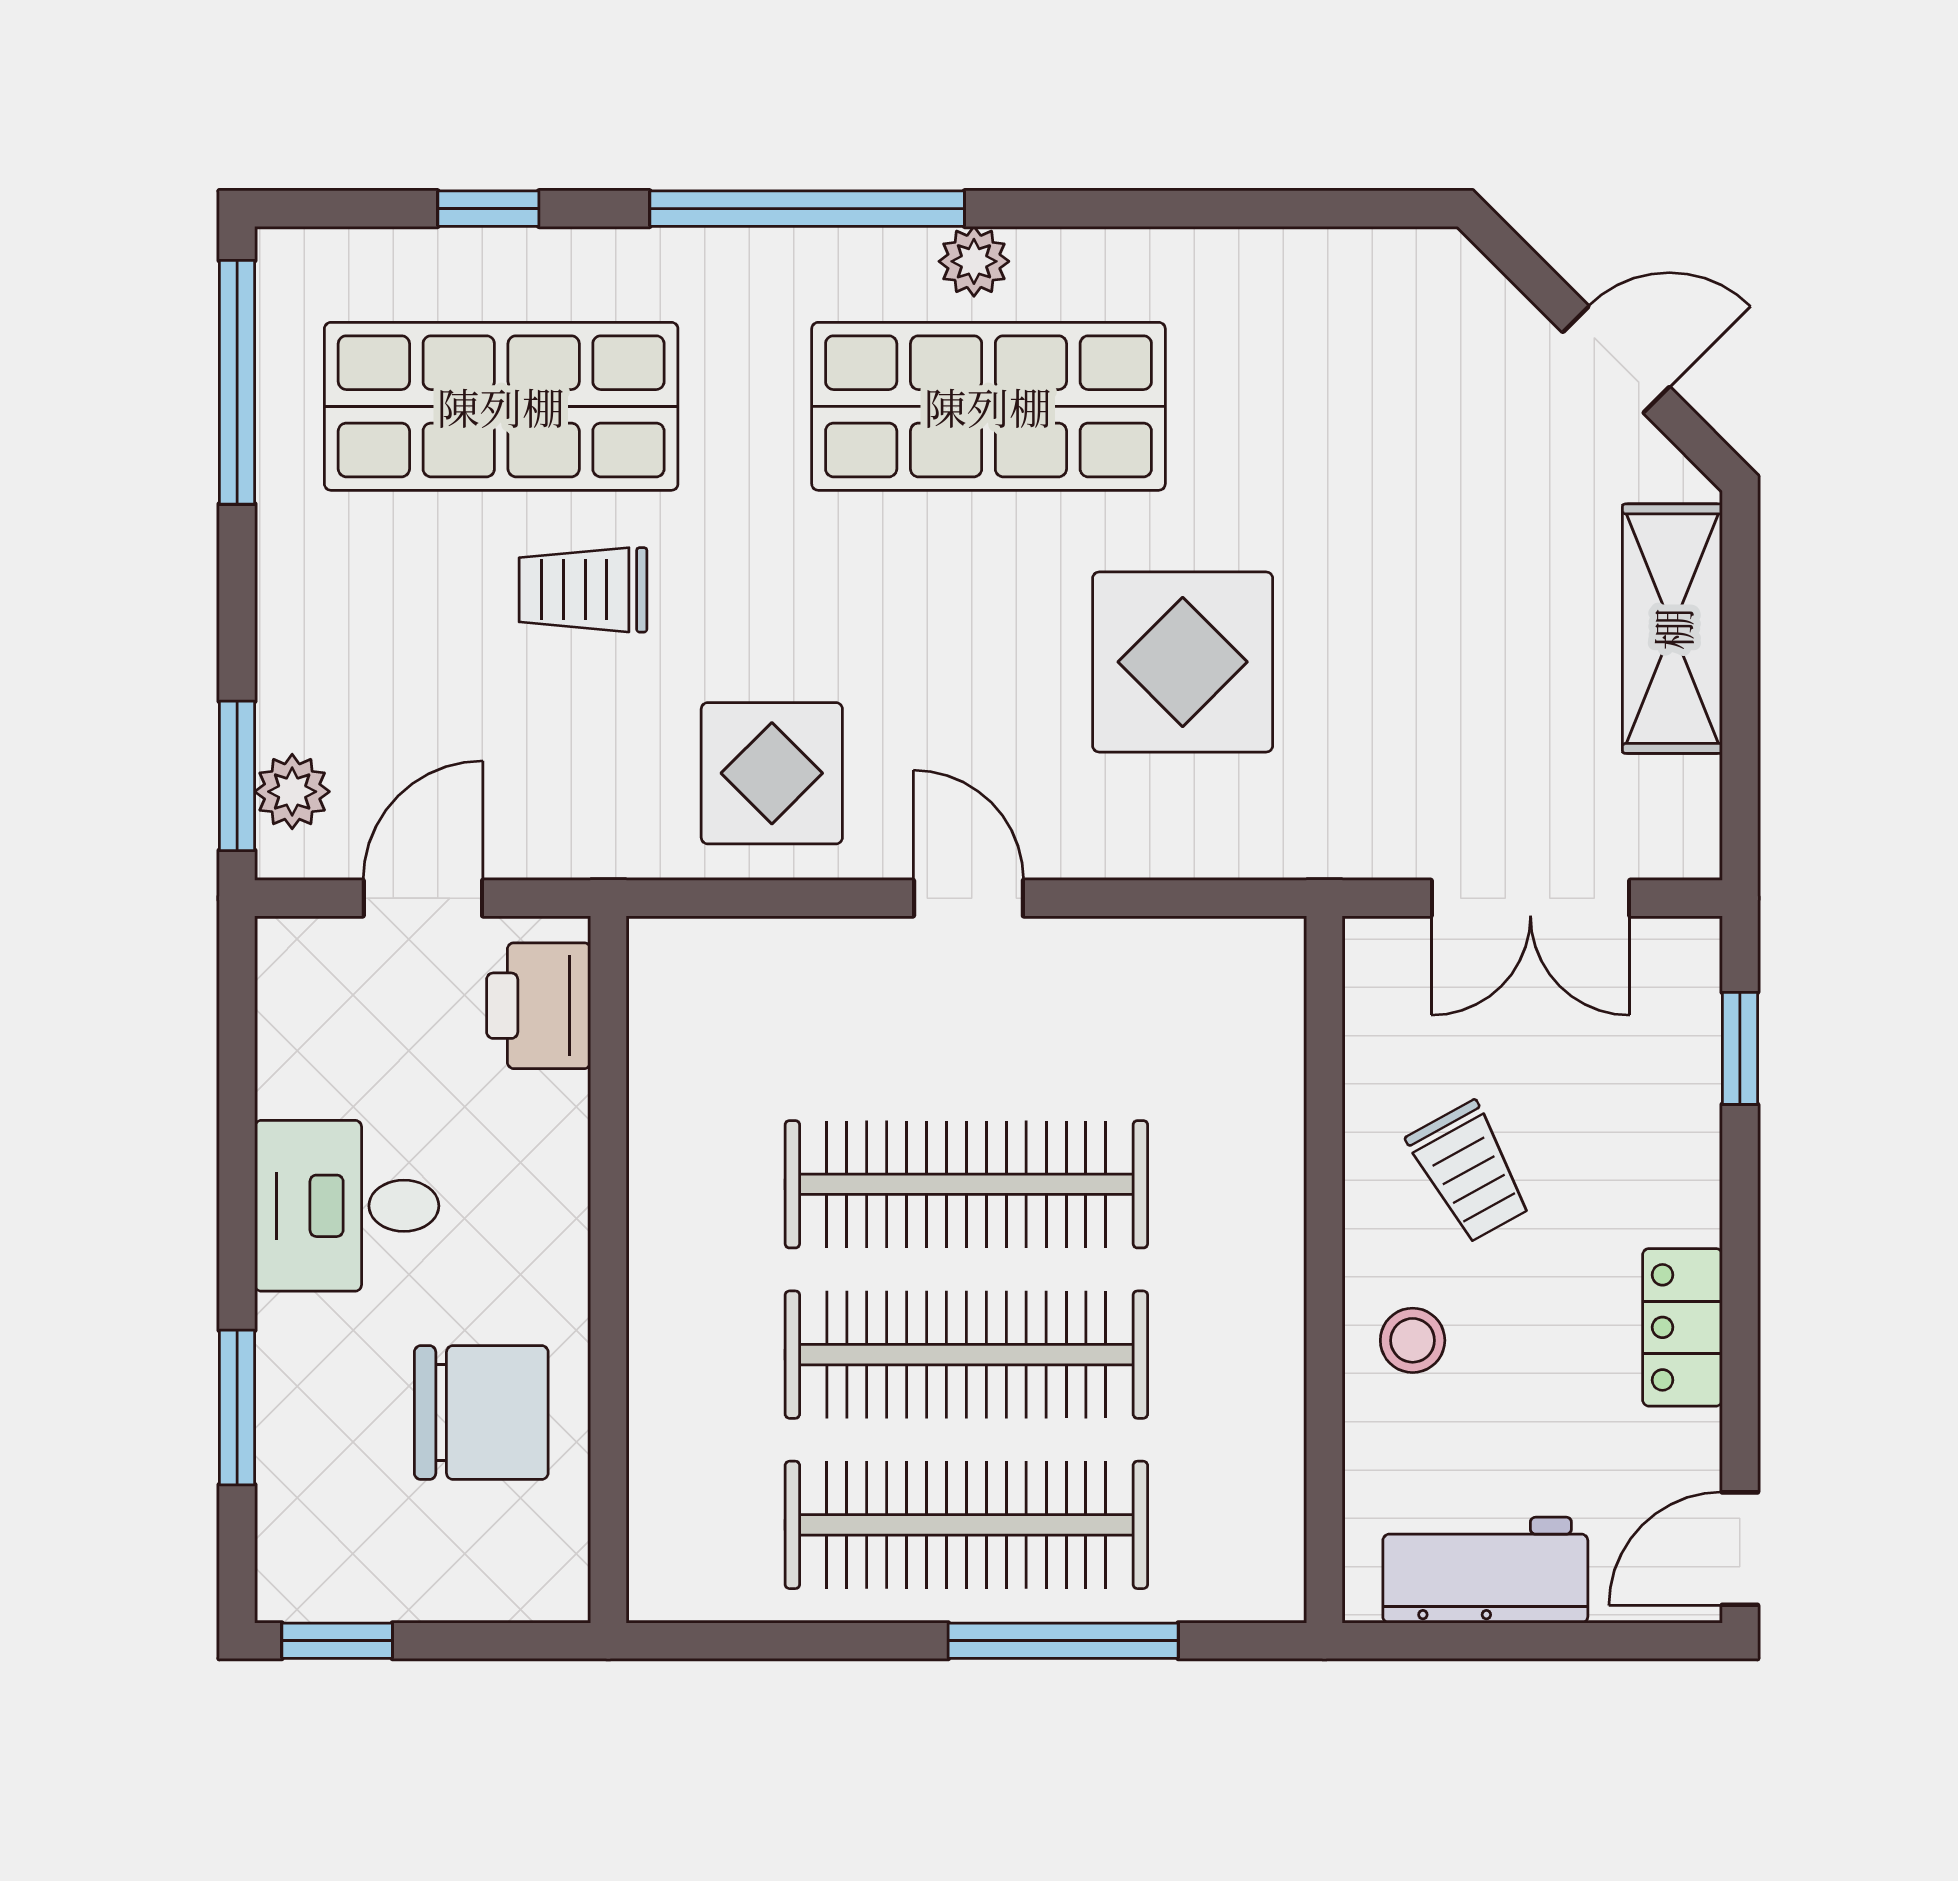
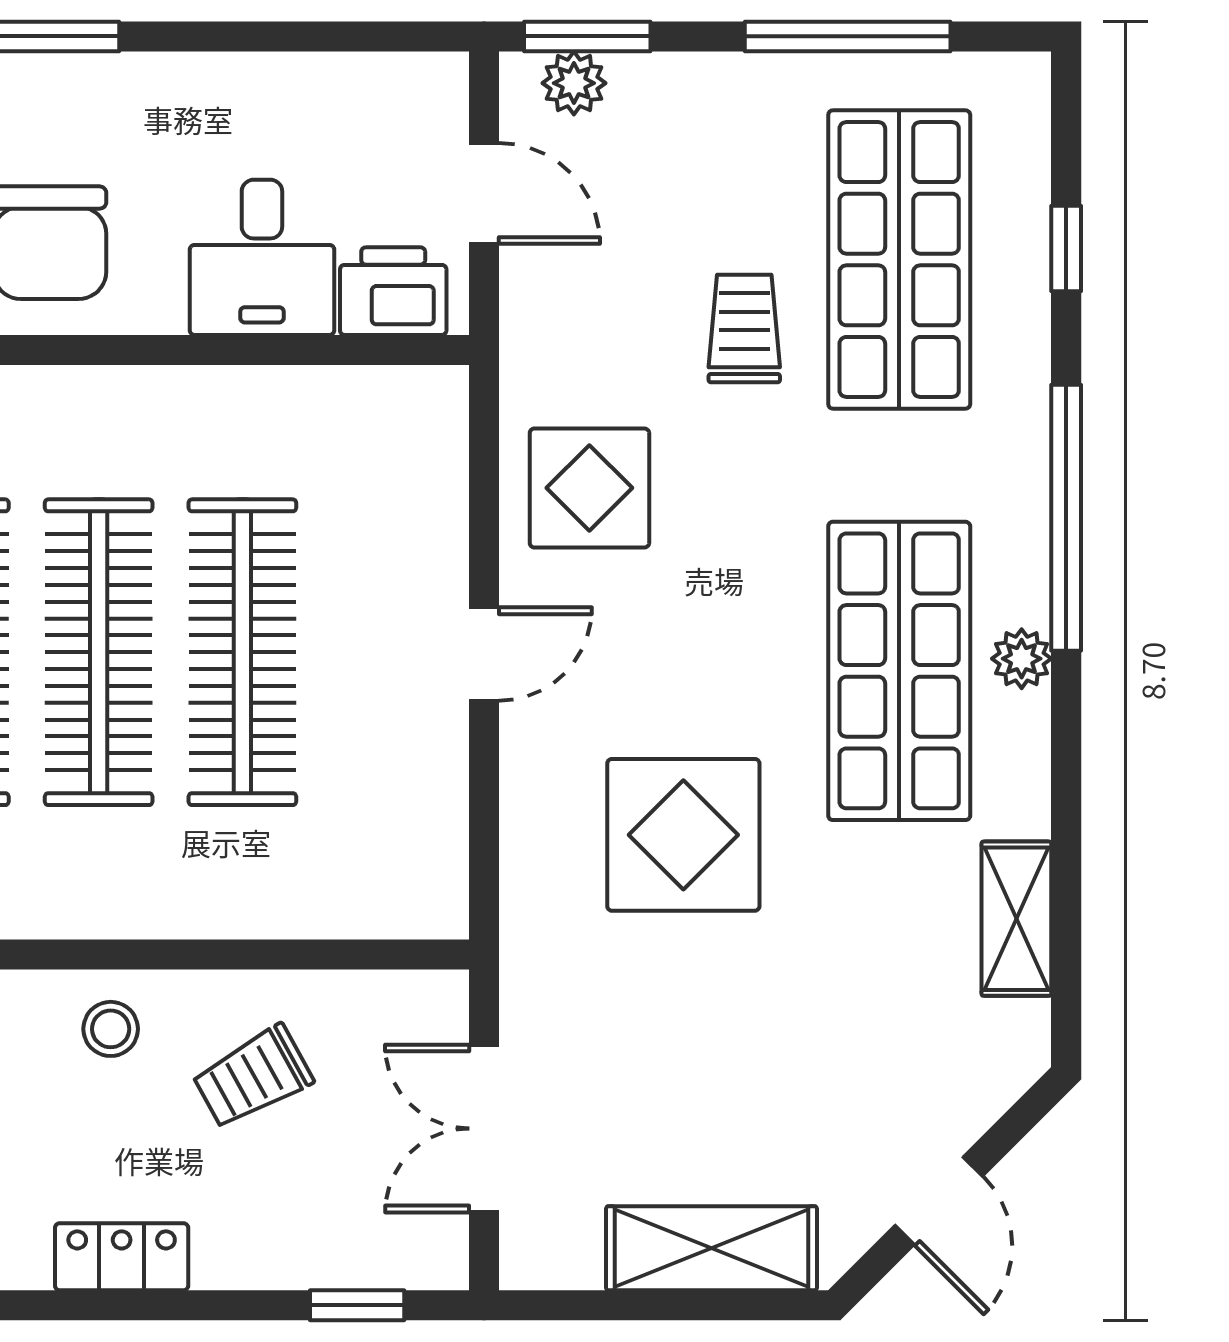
shelving: (1282, 267) -> (1016, 919), added
window: (237, 382) -> (848, 36), moved
desk: (347, 1206) -> (262, 257), moved, turned 180

